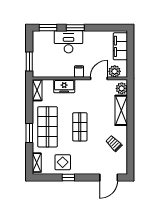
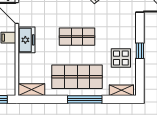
freezer: (64, 86) -> (26, 40), moved
window: (29, 133) -> (85, 99), width x1.44

